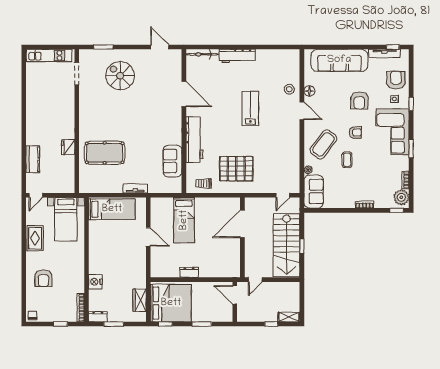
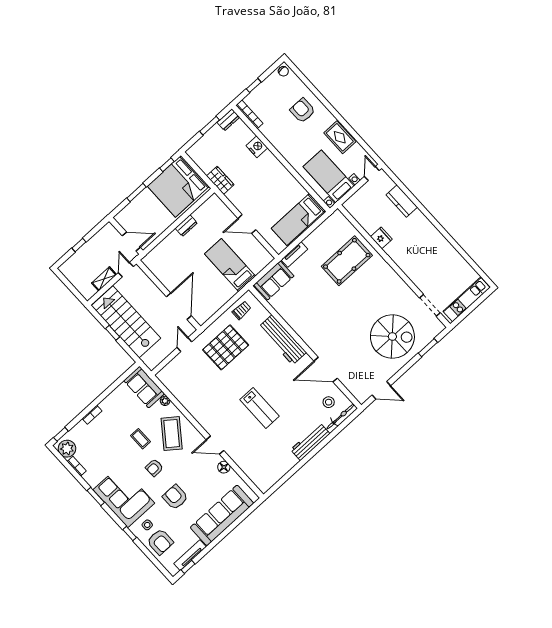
spiral stairs: (120, 76) -> (392, 337), width x1.37, depth x1.37
stool: (289, 89) -> (329, 402), moved
sofa: (172, 161) -> (274, 280), moved, turned 90
door: (283, 195) -> (184, 345), moved
wardrobe: (140, 300) -> (220, 180), moved
shelving: (289, 317) -> (104, 279), moved

